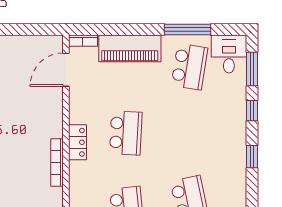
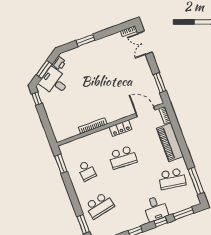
window: (28, 30) -> (160, 83), added
window: (188, 30) -> (196, 181), moved
desk: (229, 54) -> (156, 209), moved, turned 90
locker: (77, 142) -> (121, 128), moved

